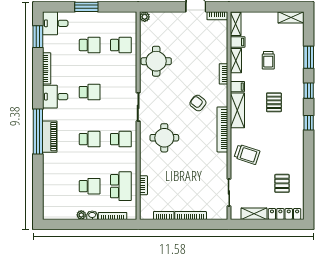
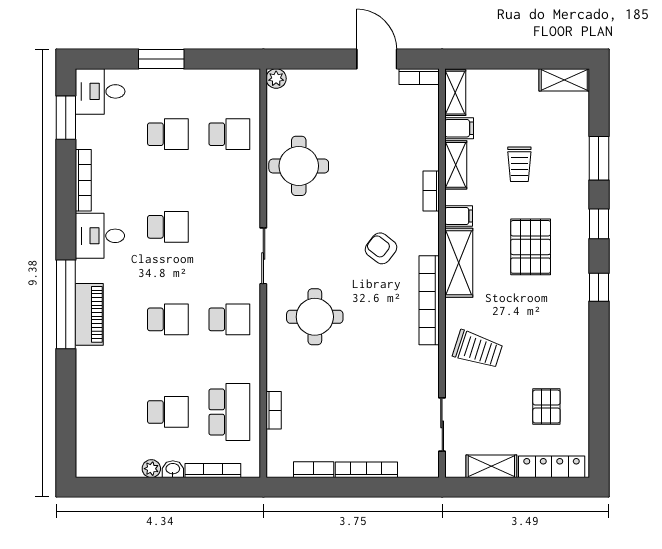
pallet: (274, 102) -> (531, 247), width x1.50, depth x1.42

